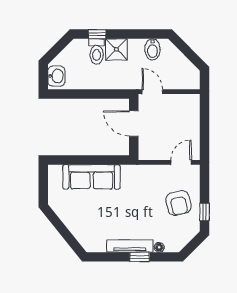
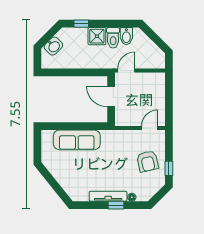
toilet: (97, 51) -> (113, 38), moved
washbasin: (56, 76) -> (53, 46), moved, turned 45
door: (152, 92) -> (126, 71), hinge flipped

